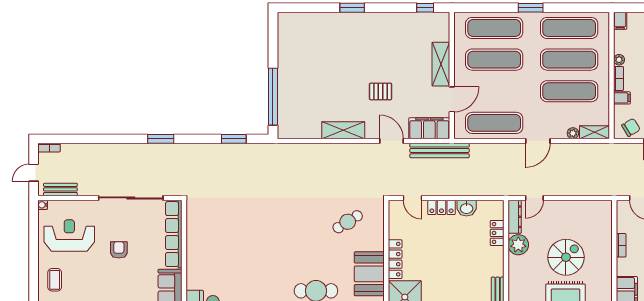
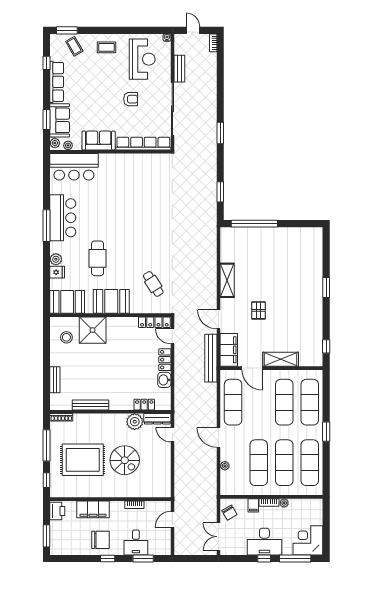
filing cabinet: (620, 21) -> (316, 504), removed
shelving: (594, 132) -> (226, 483), removed
door: (392, 141) -> (219, 319), swing flipped
bench: (60, 189) -> (179, 69), moved
door: (413, 198) -> (172, 336), hinge flipped
locker: (395, 259) -> (154, 322), moved

